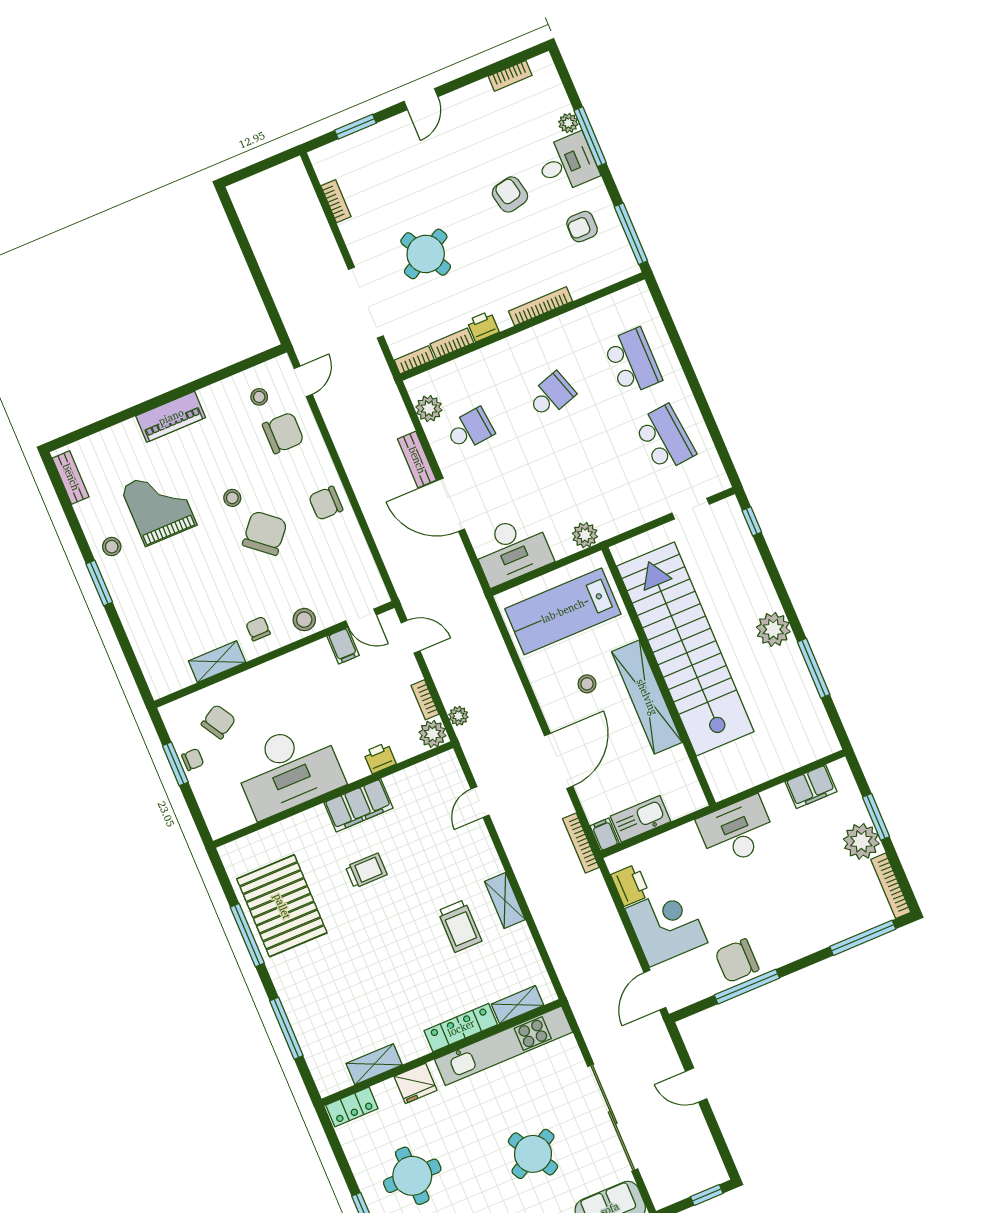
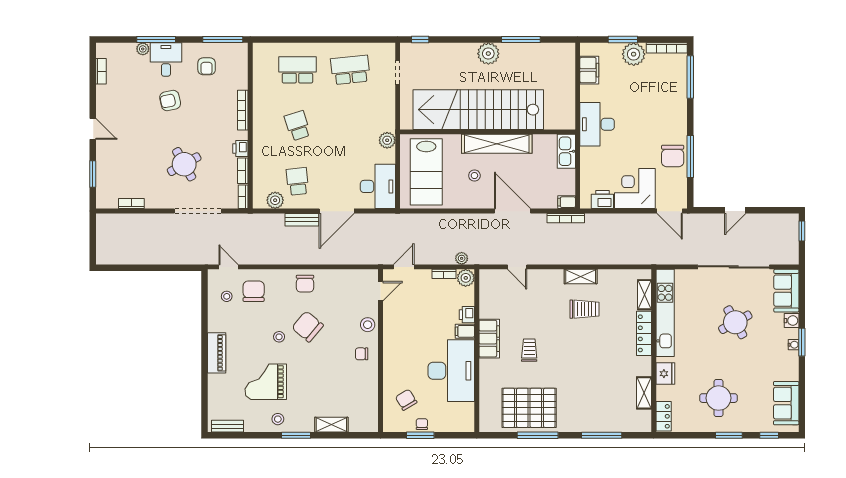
filing cabinet: (343, 646) -> (465, 331), moved, turned 180
shelving: (217, 662) -> (331, 425), moved, turned 90
kitchen sink: (641, 819) -> (566, 151), moved

